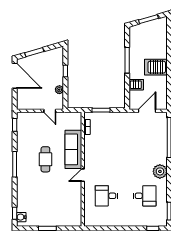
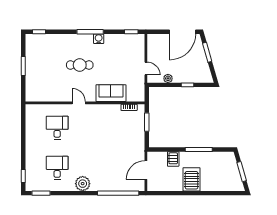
door: (50, 111) -> (146, 68), swing flipped
door: (147, 111) -> (146, 170), swing flipped
sofa: (73, 149) -> (111, 93), width x0.73
cafe table: (45, 159) -> (80, 65), moved
desk: (145, 196) -> (57, 168), turned 180
water cooler: (21, 217) -> (99, 39), moved

